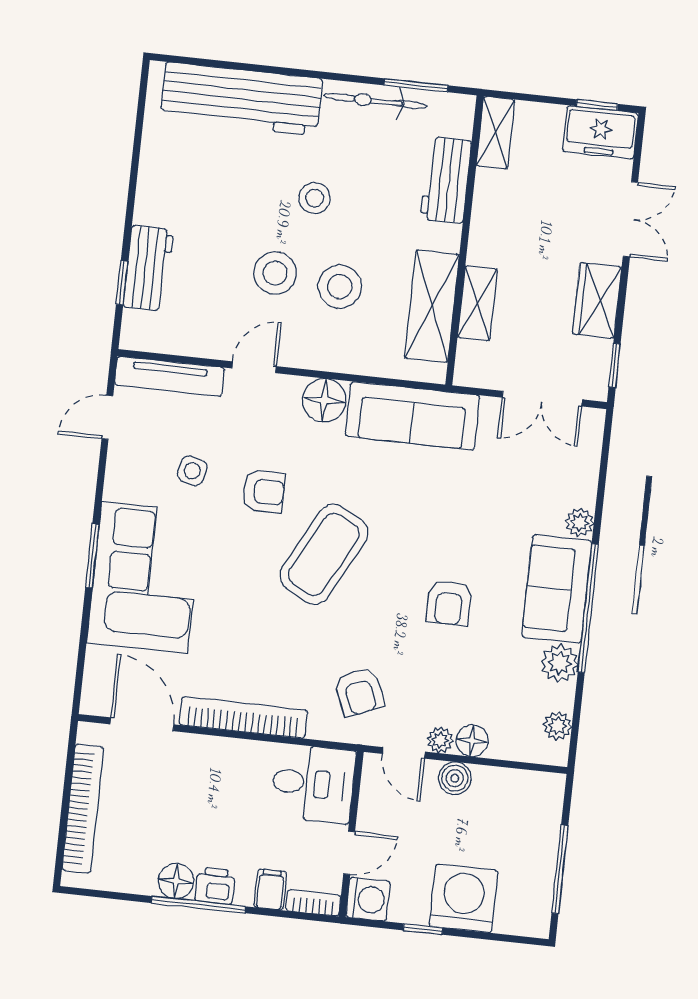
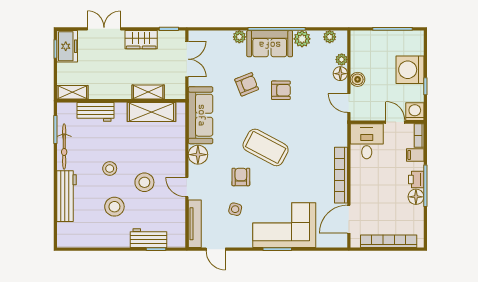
workbench: (241, 99) -> (67, 196), width x0.73, depth x0.76
stool: (340, 287) -> (114, 207), moved
armchair: (359, 692) -> (247, 84), moved
plant: (440, 740) -> (342, 60), moved
door: (404, 753) -> (349, 103), swing flipped

